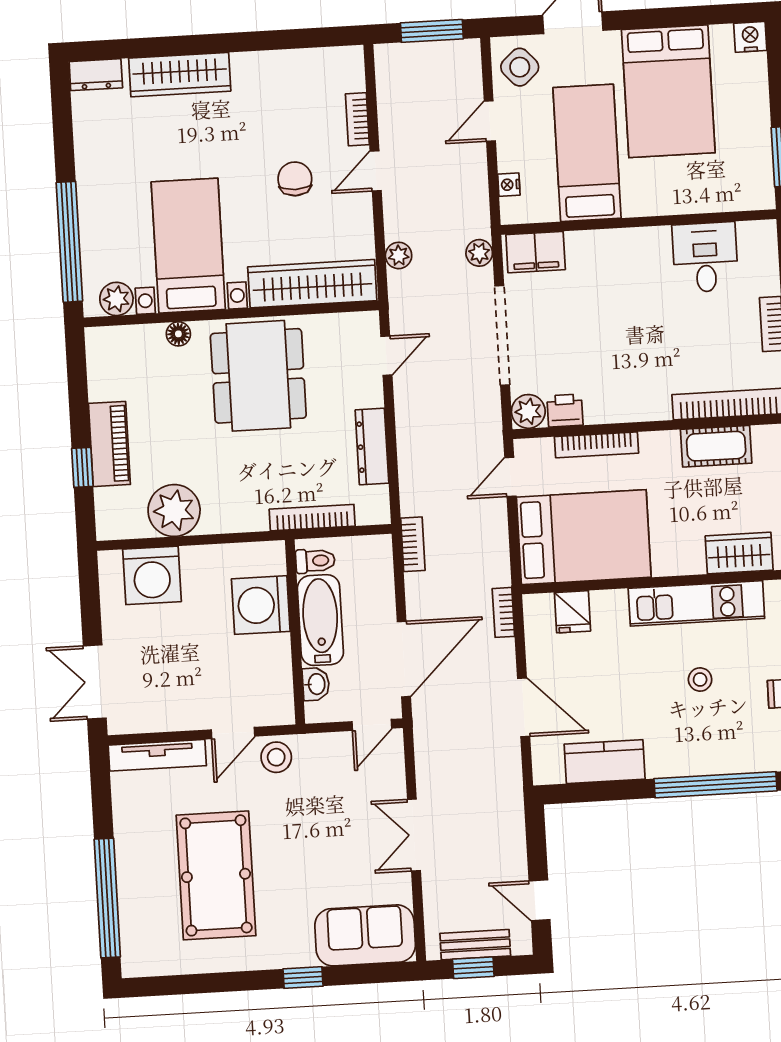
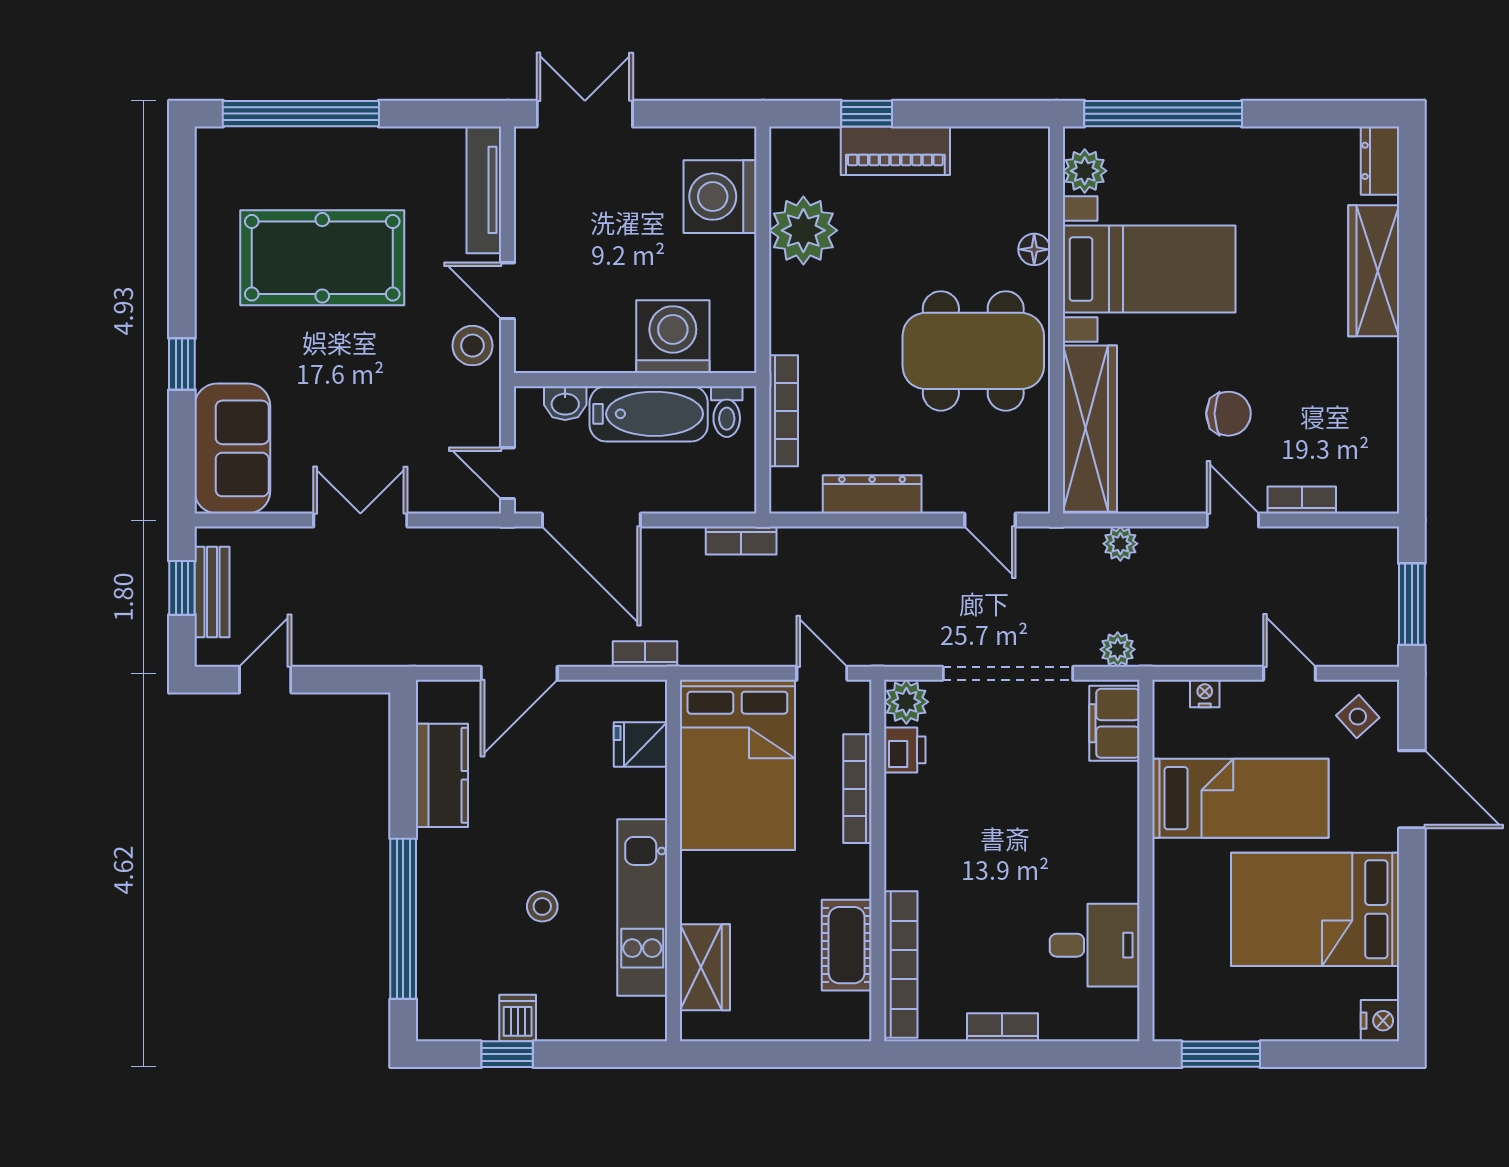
side table: (520, 67) -> (1358, 717), width x0.73, depth x0.73

